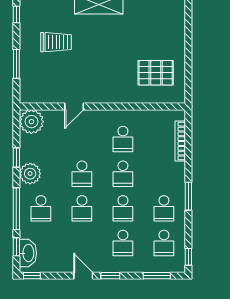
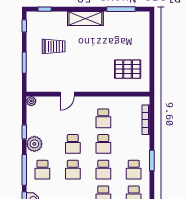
plant: (31, 122) -> (31, 101), width x0.53, depth x0.53

